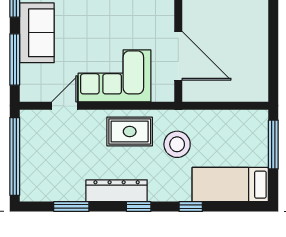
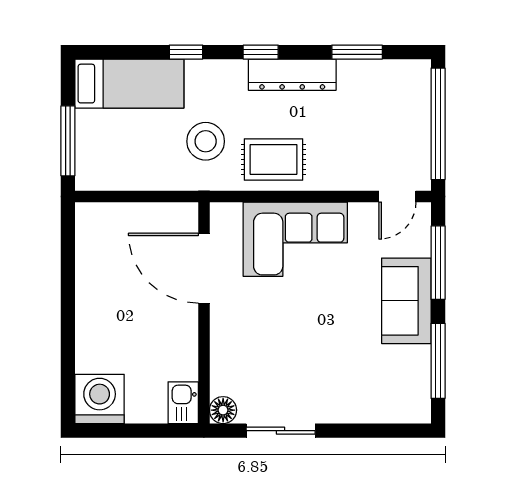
door: (65, 106) -> (397, 196), moved

